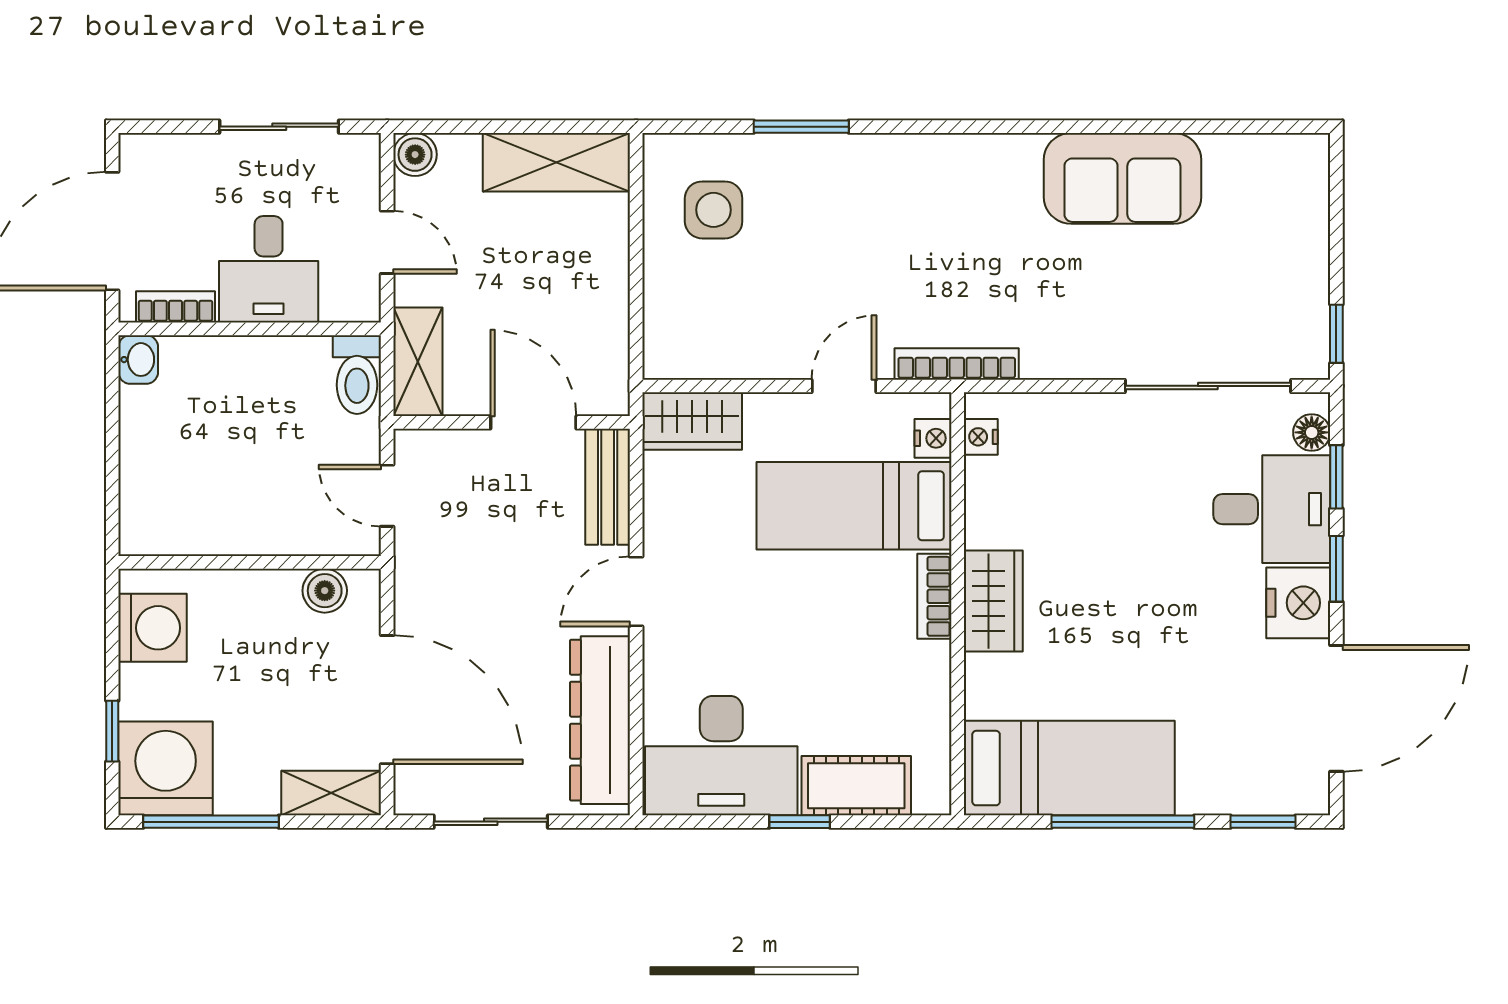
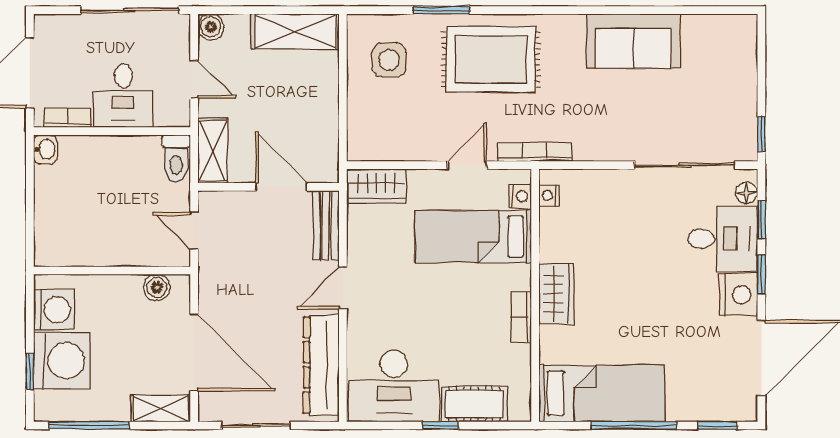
sliding door: (279, 127) -> (130, 10), width x1.37
rug: (884, 209) -> (491, 59), added
bookcase: (934, 596) -> (521, 317), moved
washing machine: (166, 768) -> (62, 361), moved, turned 90

